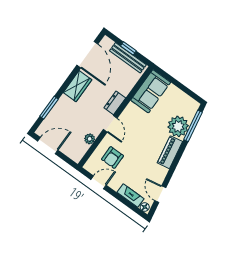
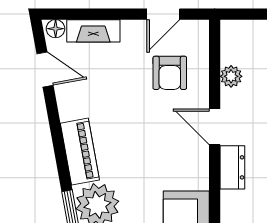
armchair: (113, 158) -> (170, 73), turned 180

